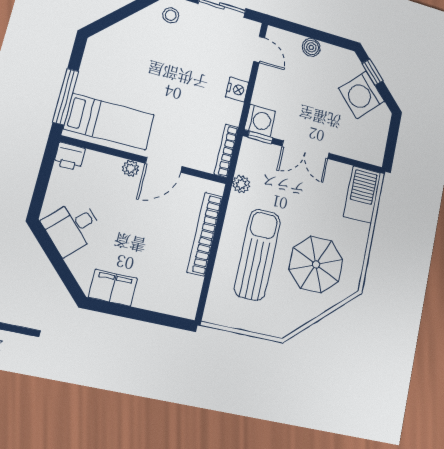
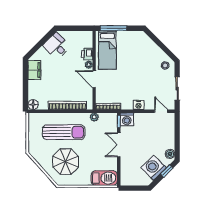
boiler: (311, 47) -> (170, 154), moved
door: (259, 50) -> (161, 111), swing flipped
printer: (69, 156) -> (87, 54), moved
floor lamp: (187, 307) -> (33, 105), added

